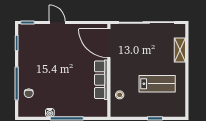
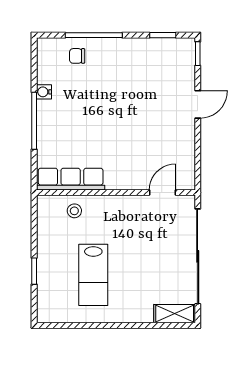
door: (109, 43) -> (162, 193), width x0.53
shelving: (180, 50) -> (175, 314), moved
row of seats: (101, 80) -> (71, 179), moved

